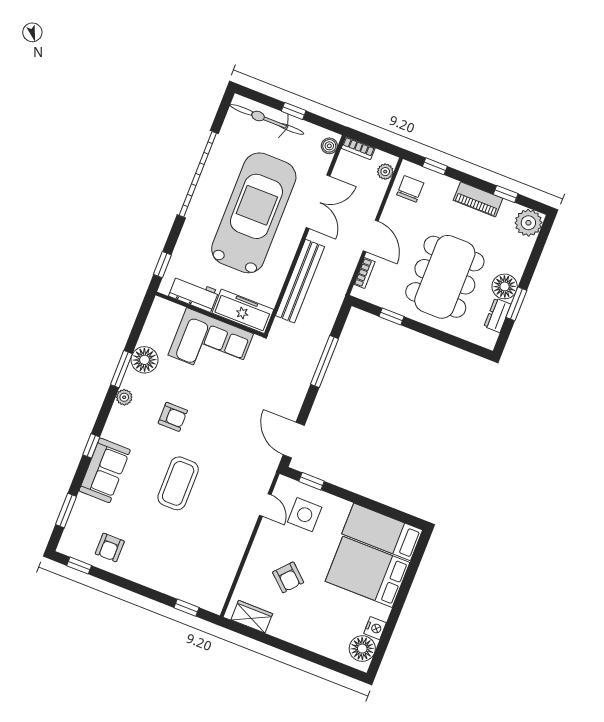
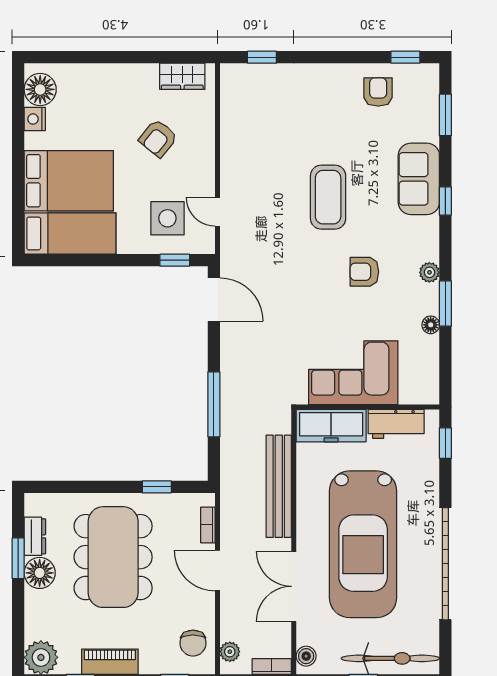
floor lamp: (145, 360) -> (431, 325), width x0.53, depth x0.53
armchair: (288, 577) -> (158, 138), turned -93

